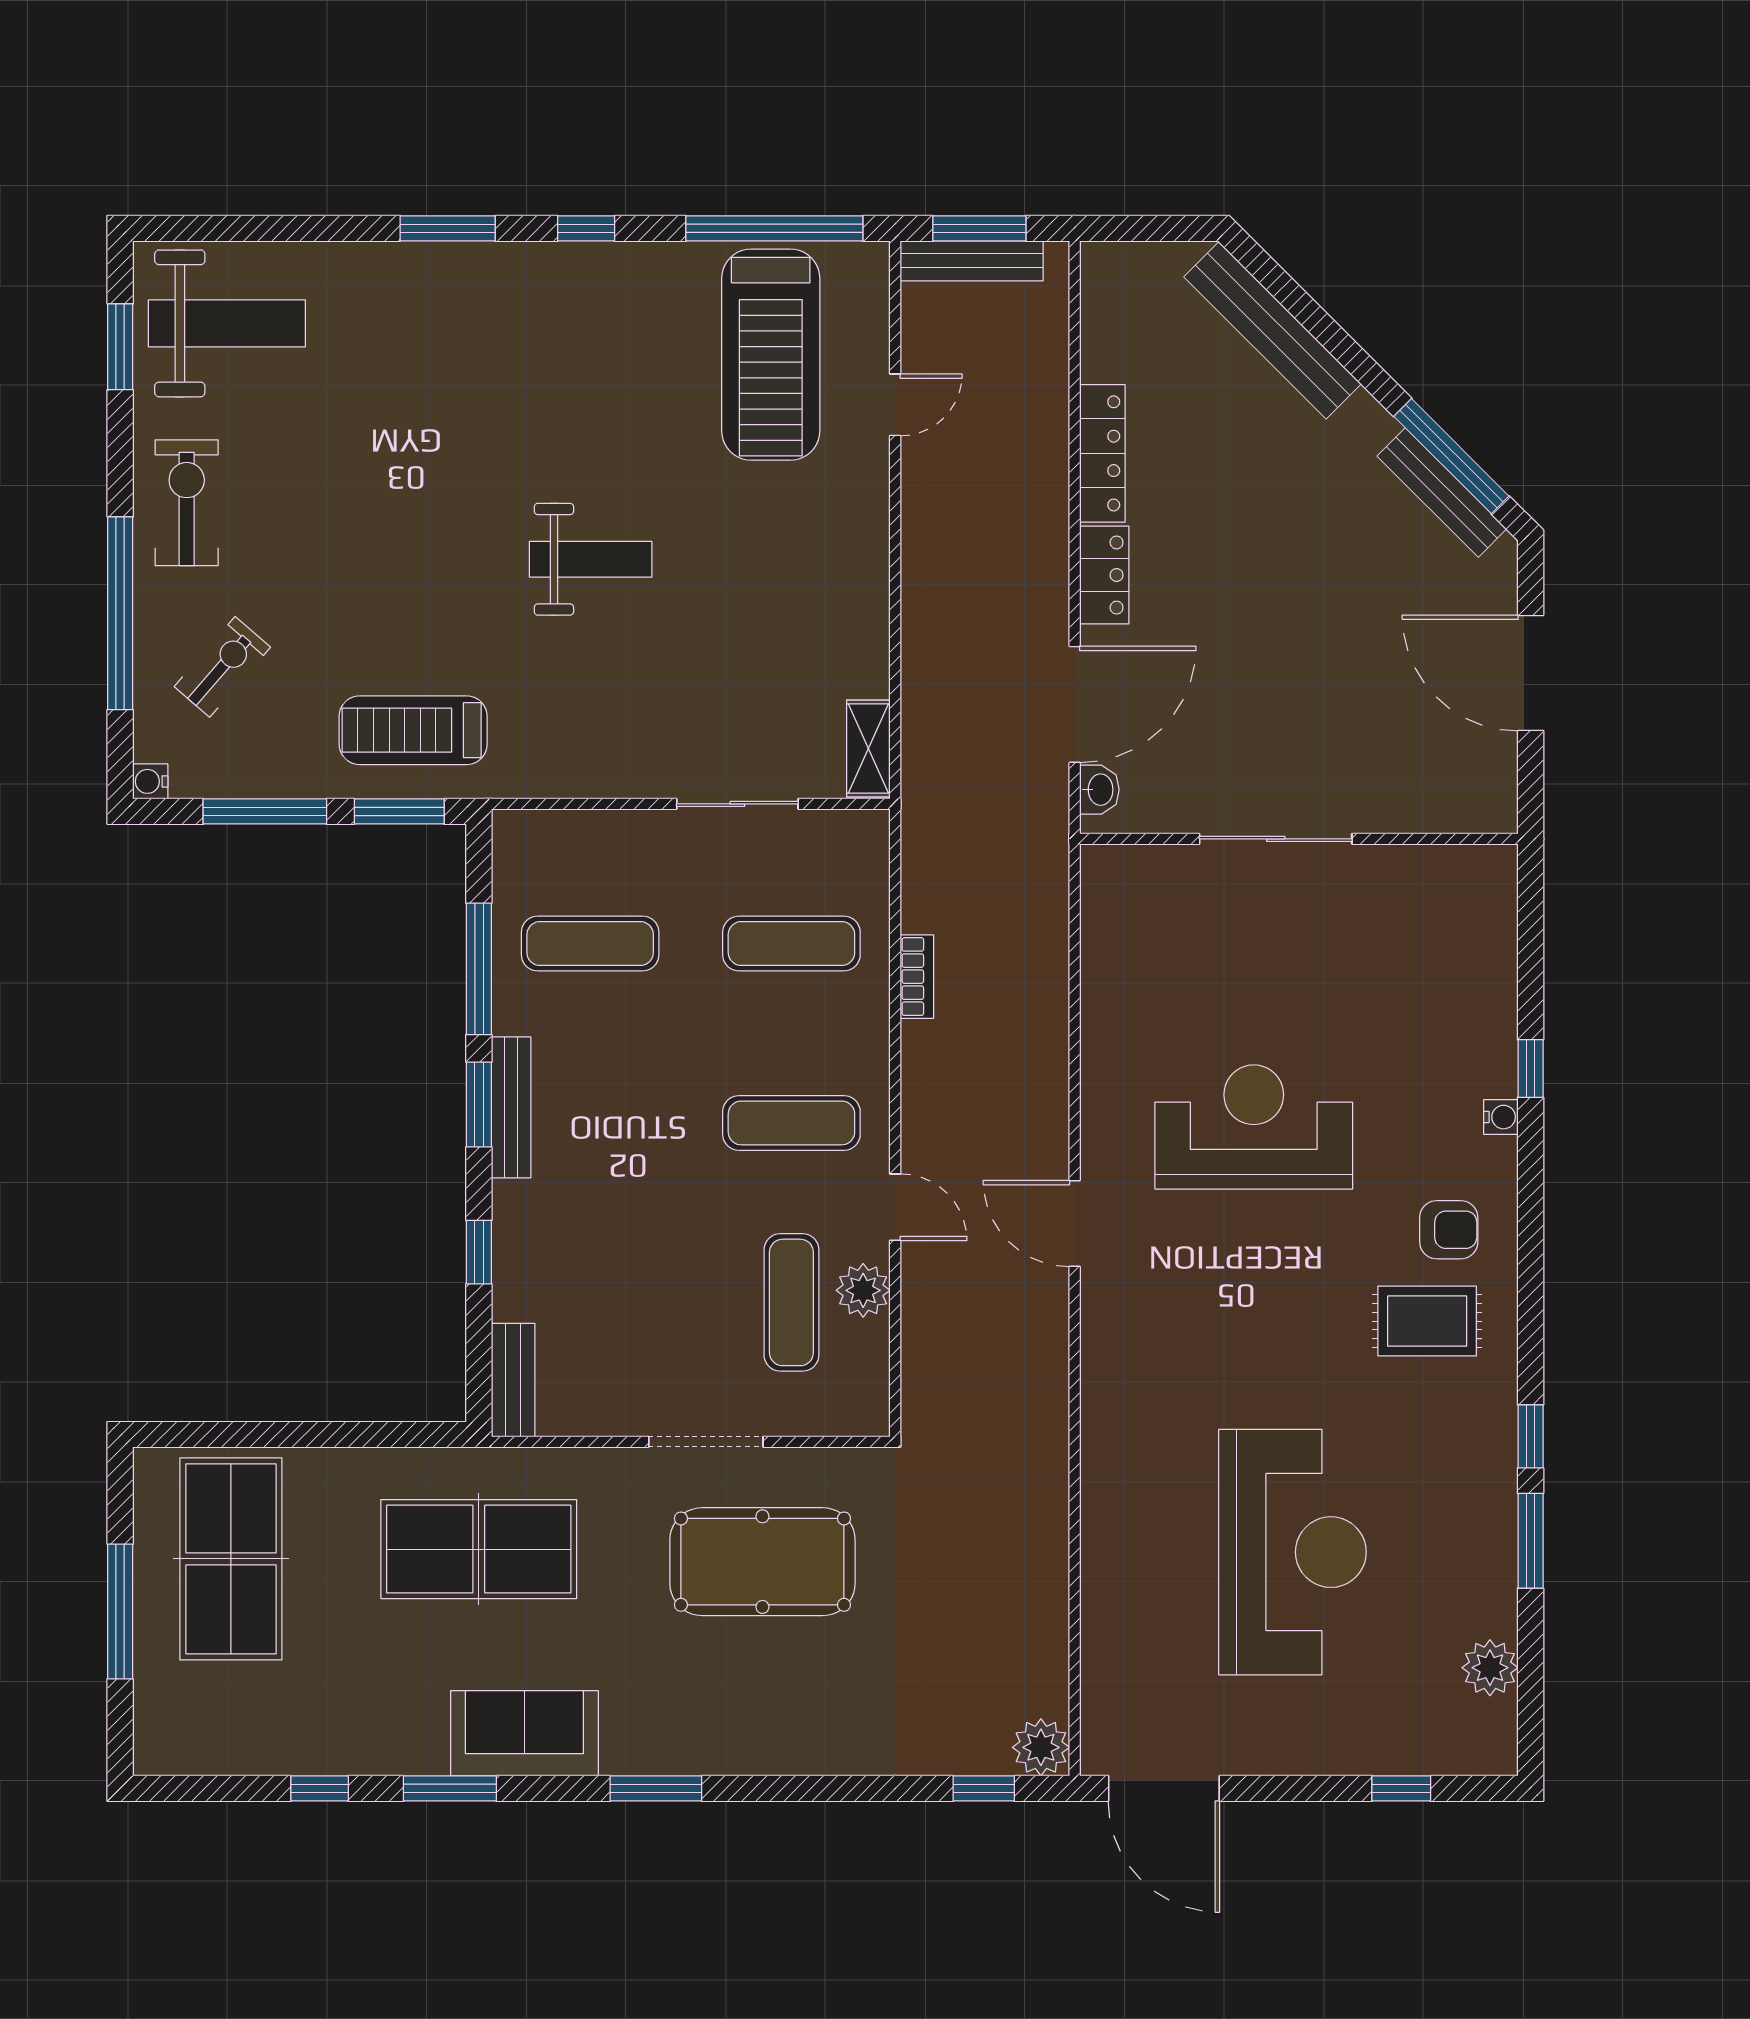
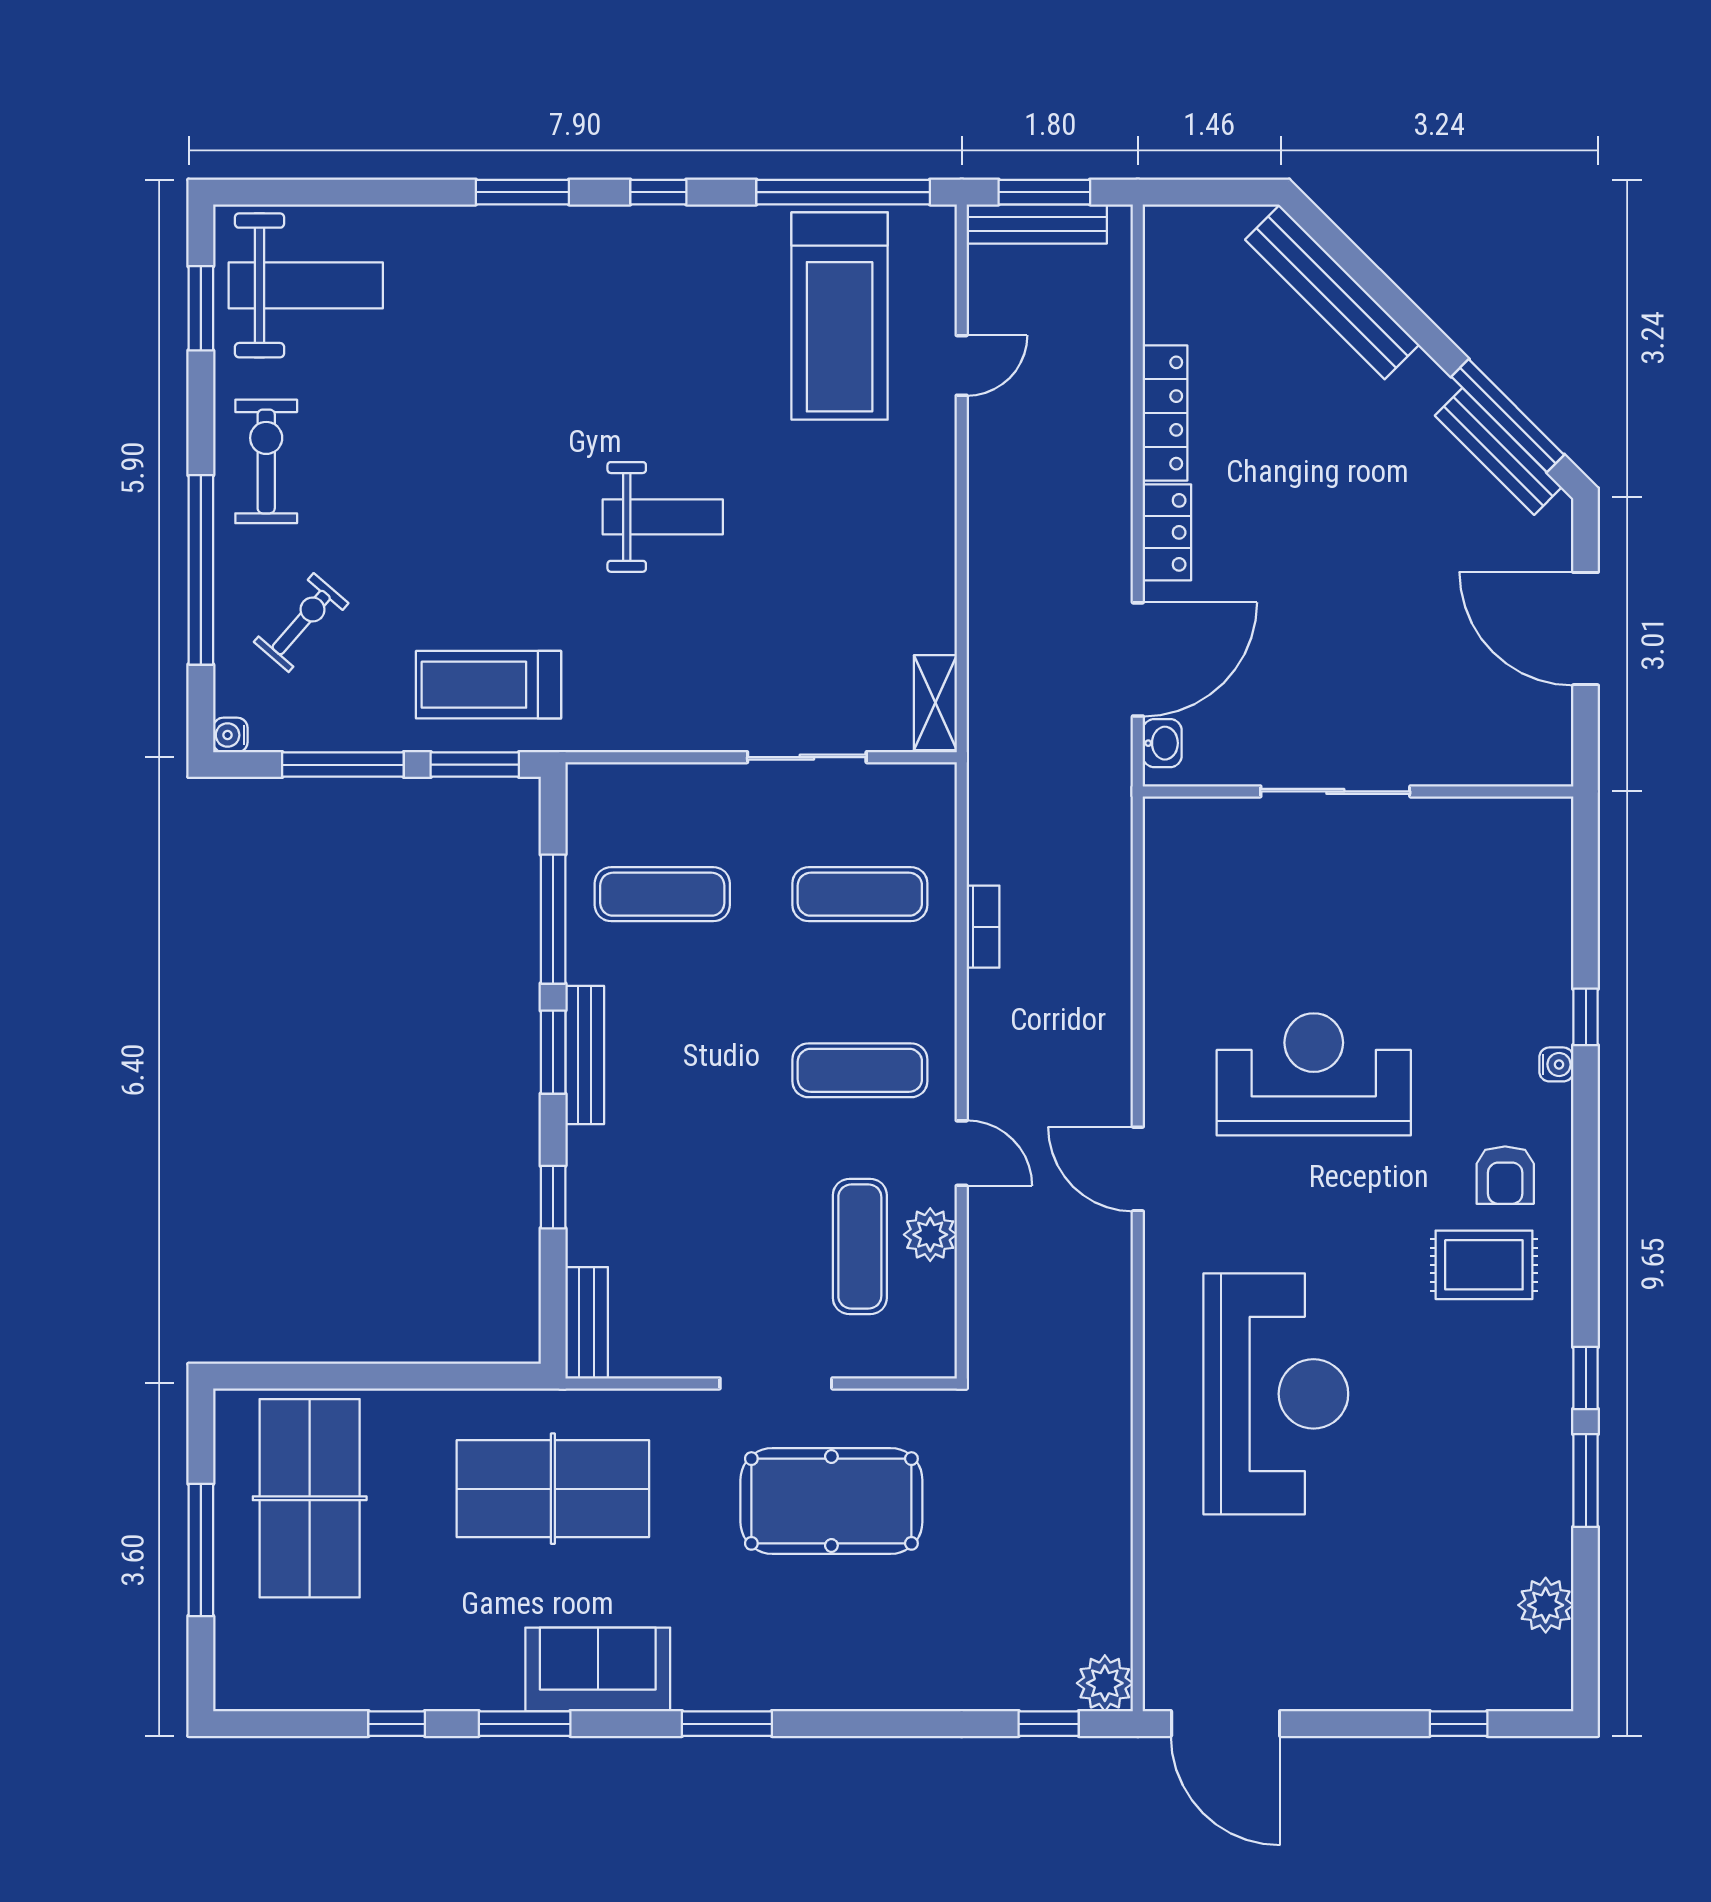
armchair: (1449, 1230) -> (1505, 1175), turned 90
reception desk: (1292, 1552) -> (1276, 1394), moved

